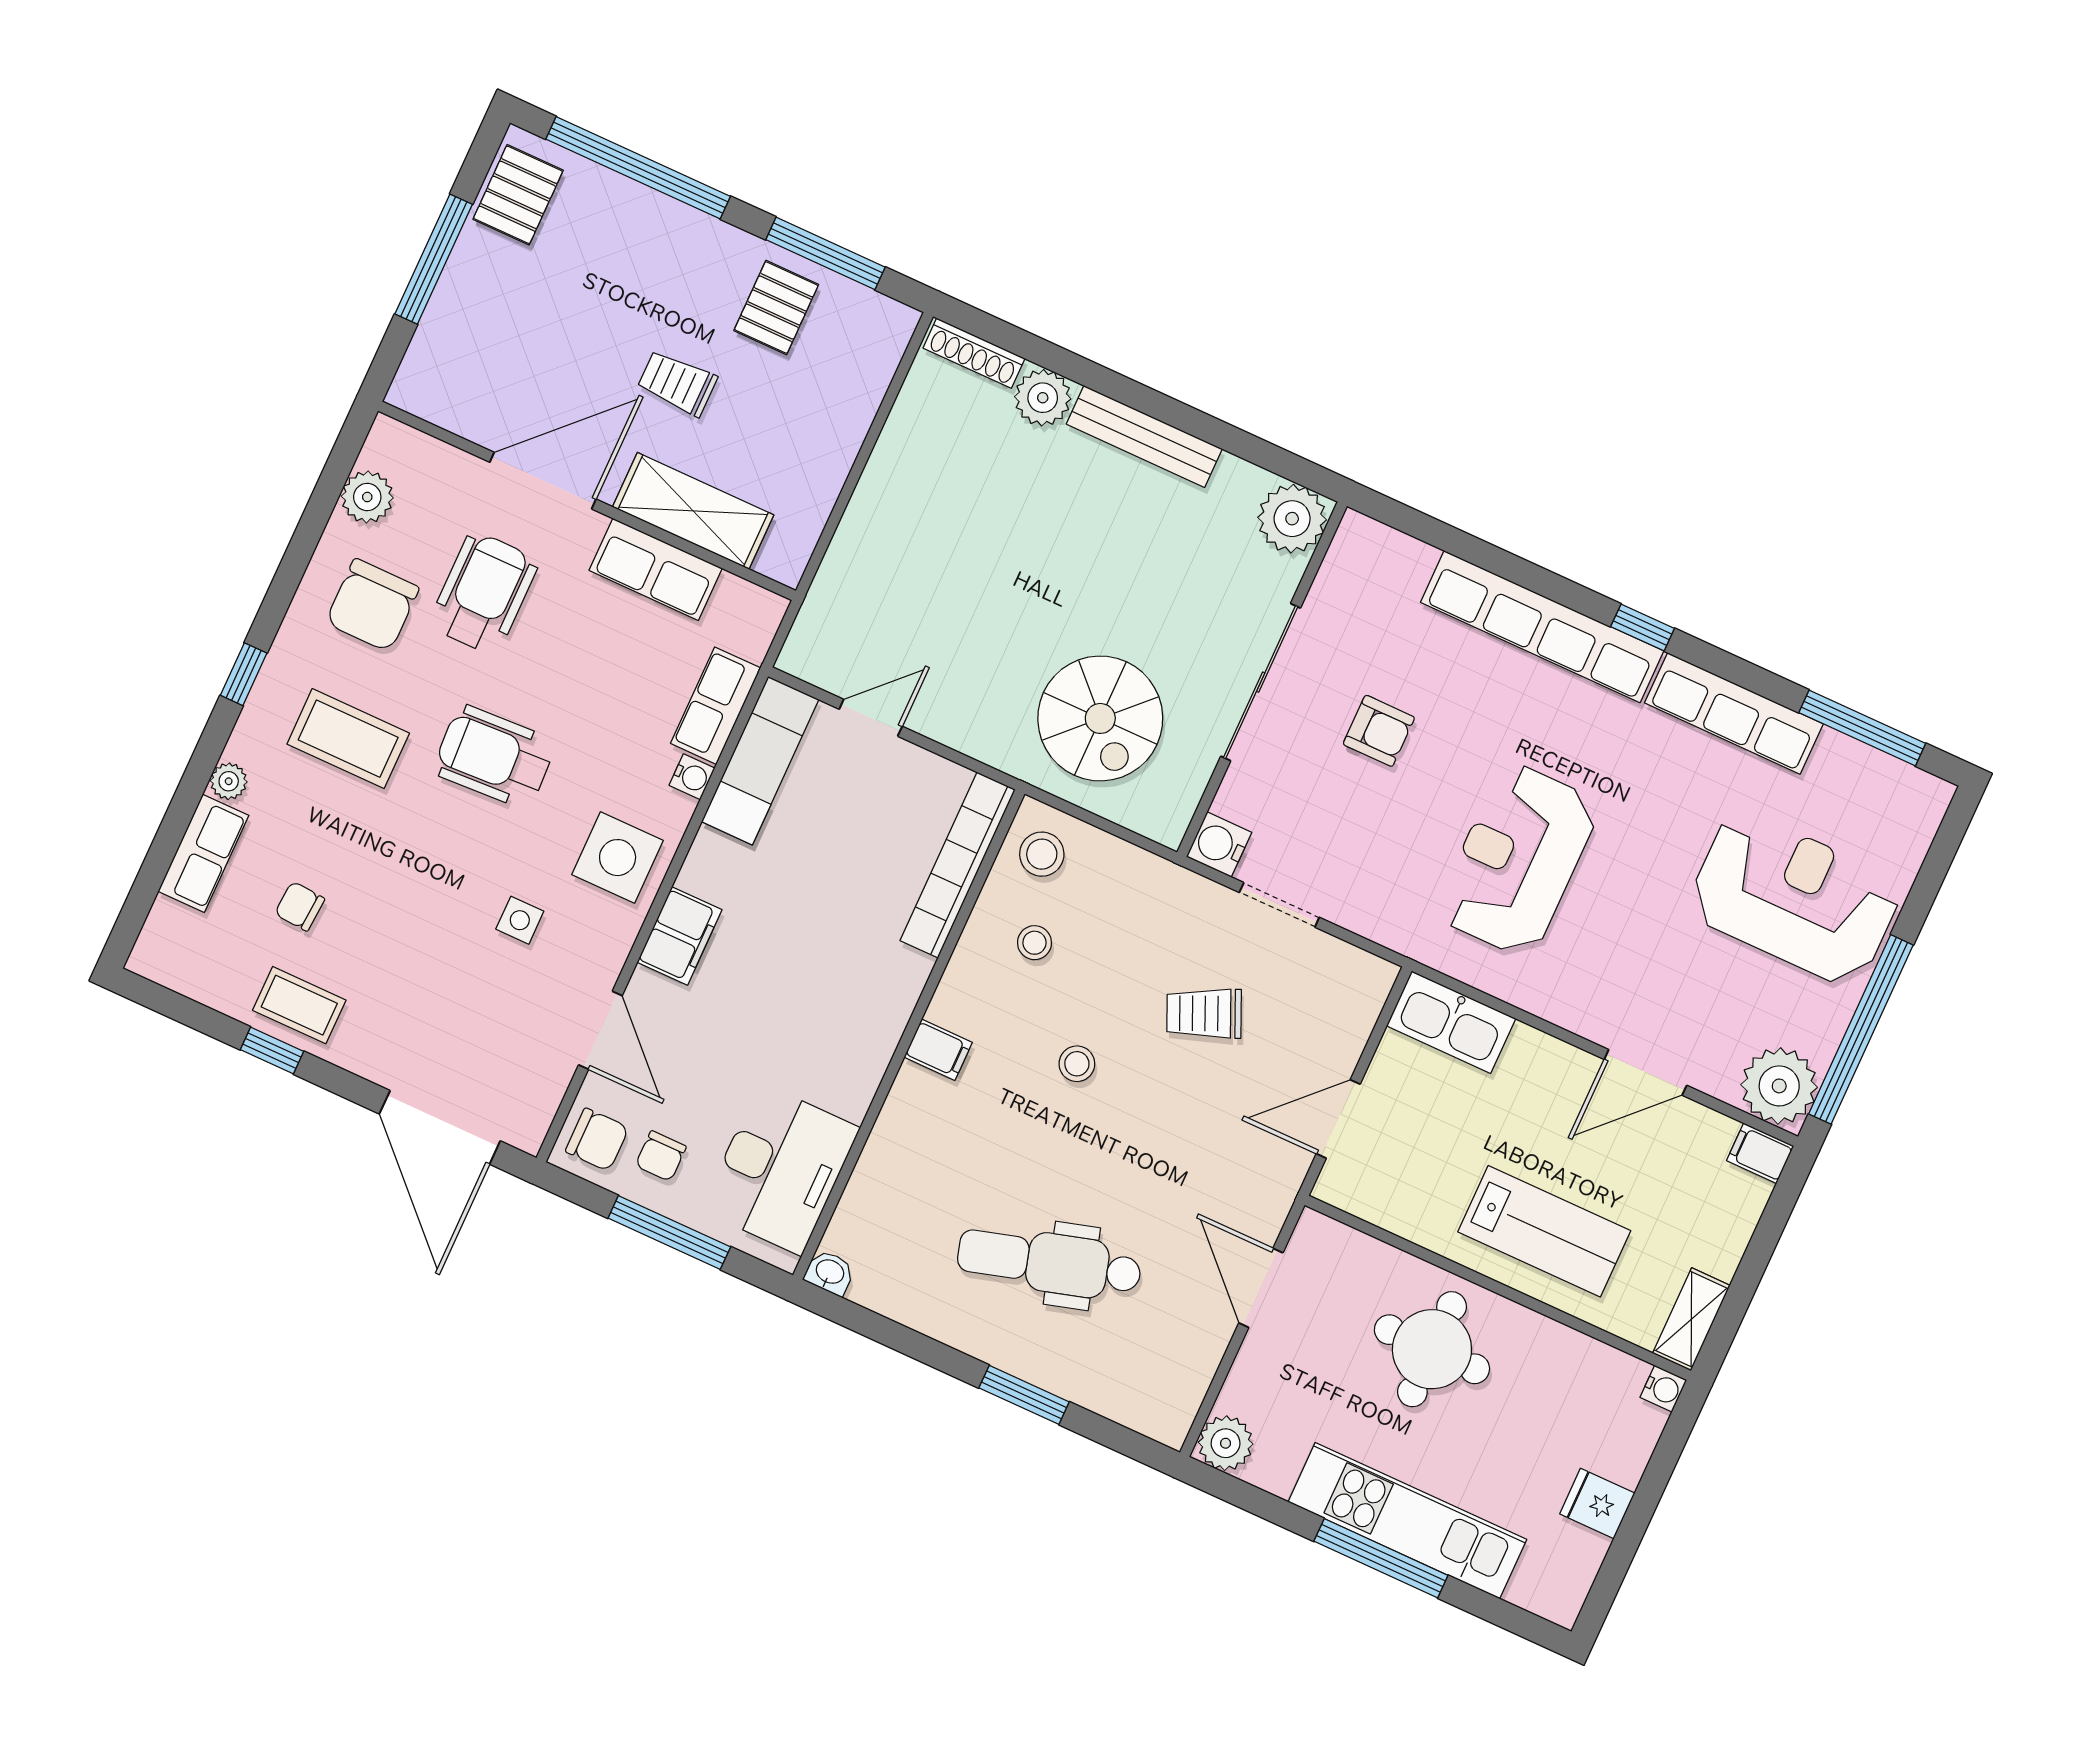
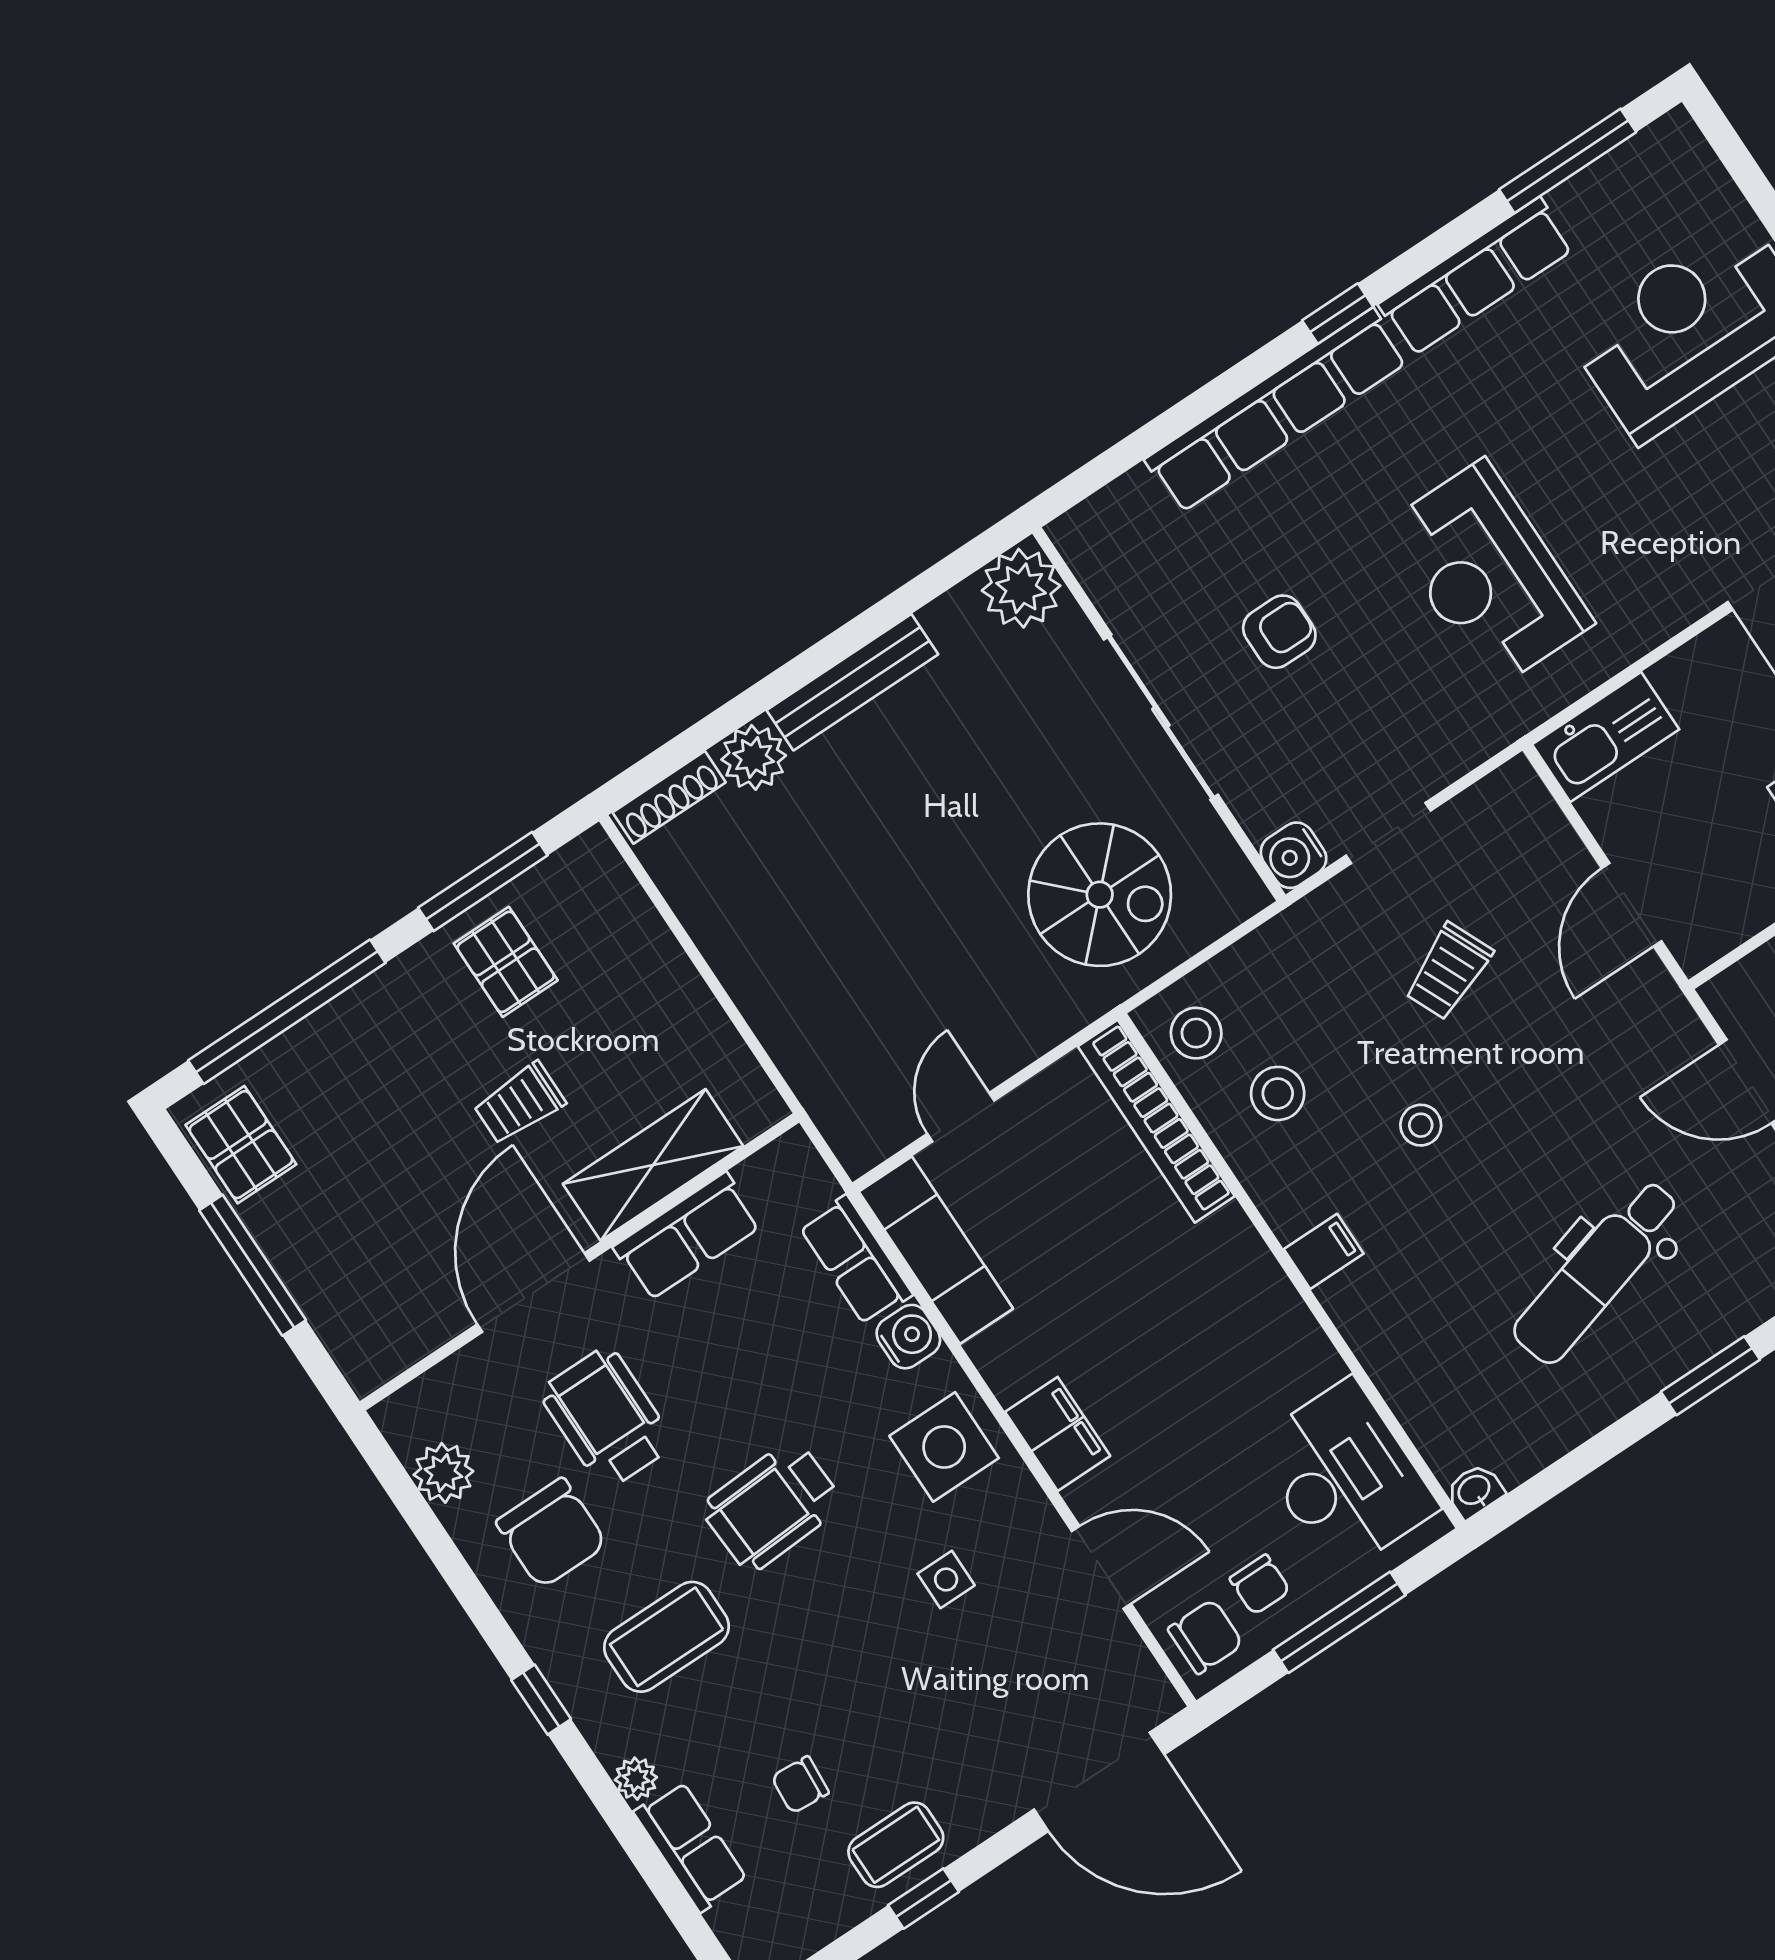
water cooler: (692, 777) -> (908, 1337), width x1.38, depth x1.38
stool: (1034, 943) -> (1278, 1093), width x1.37, depth x1.37

